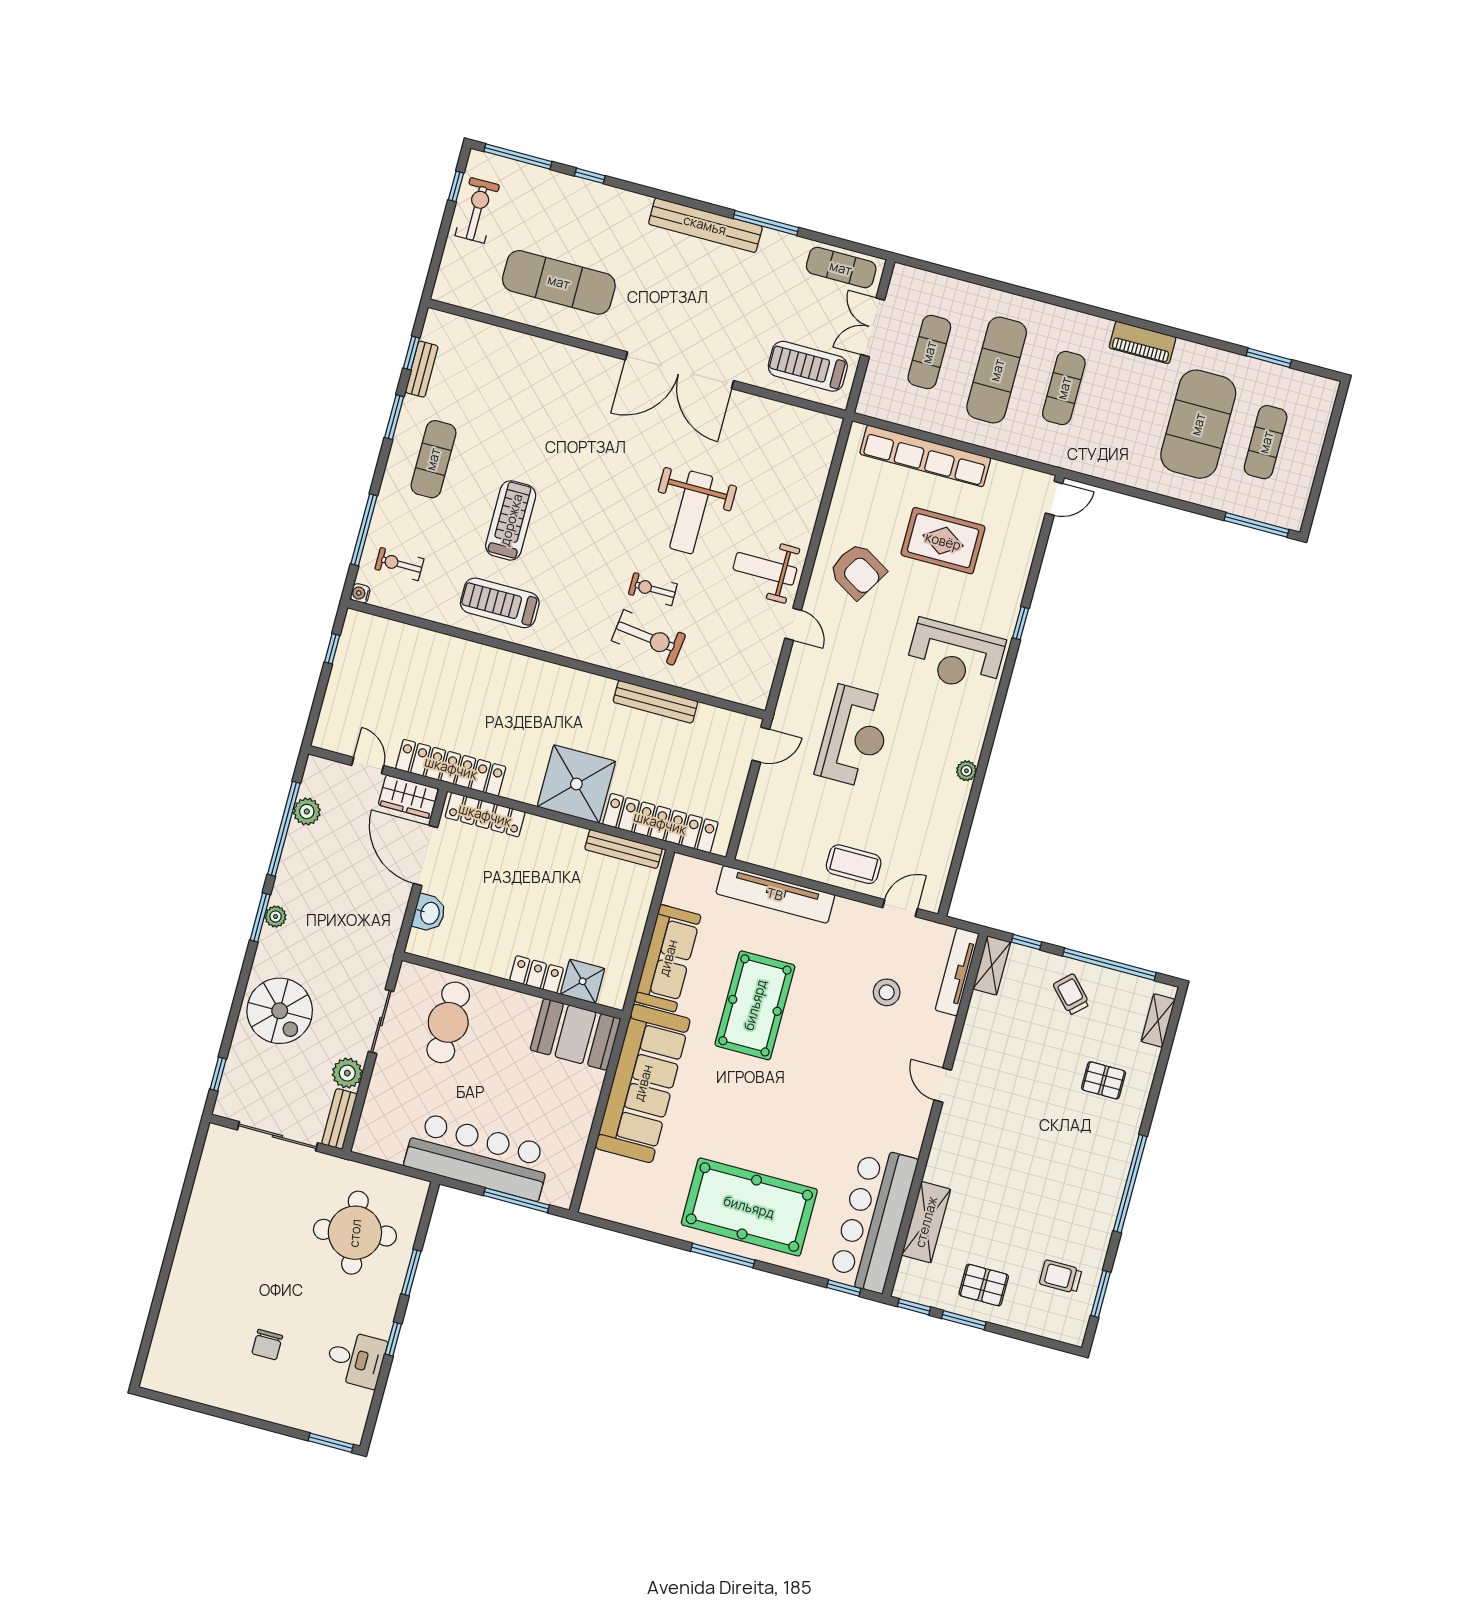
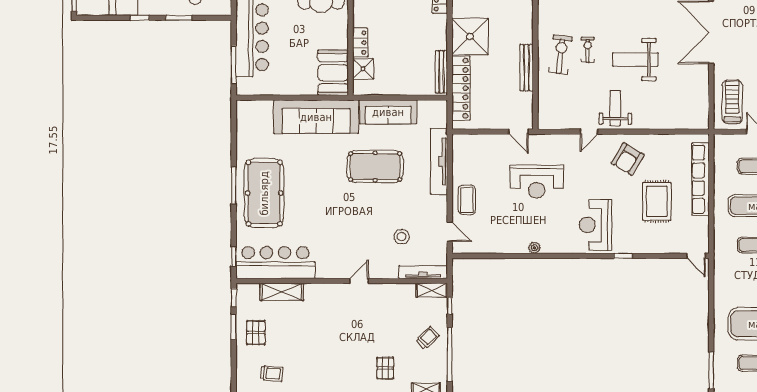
exercise bike: (649, 638) -> (561, 55), turned 180
trolley: (1061, 1277) -> (272, 373), turned 95

